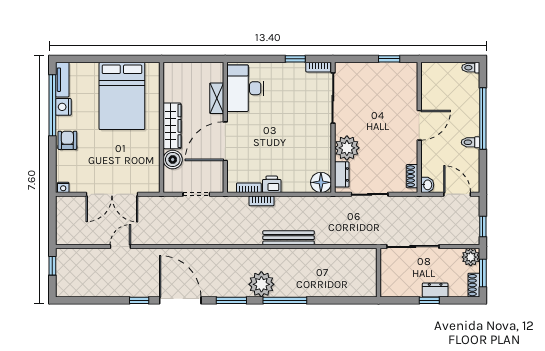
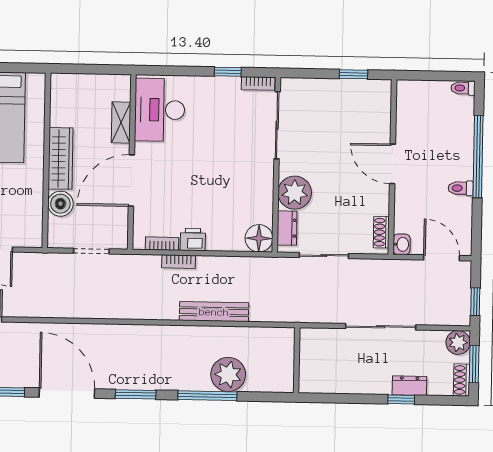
door: (419, 125) -> (392, 164), swing flipped
wall: (379, 273) -> (297, 360), moved
plant: (261, 284) -> (228, 374), moved

